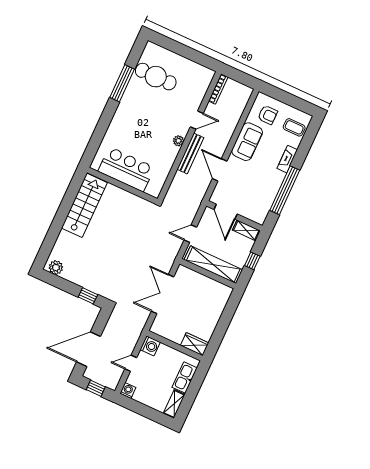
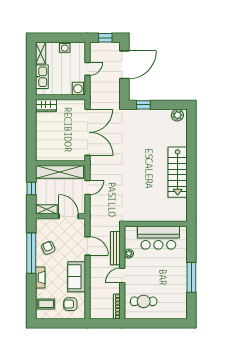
cafe table: (156, 77) -> (144, 301), moved, width x0.73, depth x0.74
bar counter: (126, 169) -> (158, 238), moved
wall: (122, 186) -> (156, 224), moved
armchair: (264, 187) -> (48, 248), added
double door: (163, 294) -> (88, 132), width x1.36
washing machine: (128, 390) -> (65, 47), moved

